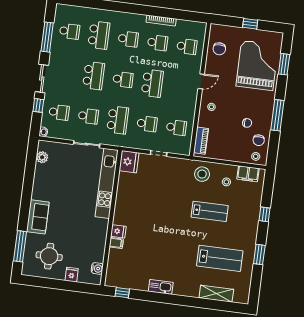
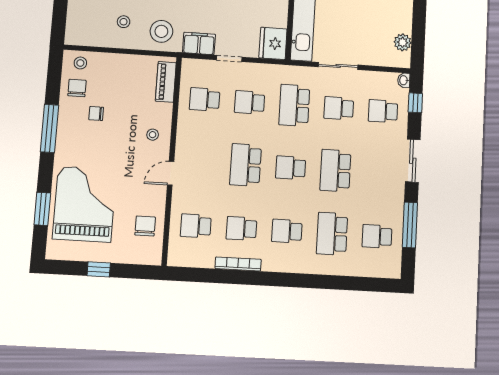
grand piano: (257, 65) -> (84, 204), turned 180
window: (38, 105) -> (415, 103), moved
filing cabinet: (248, 174) -> (199, 43), moved

